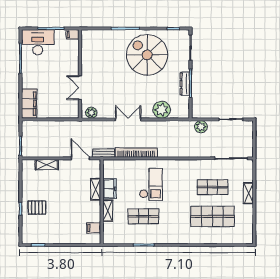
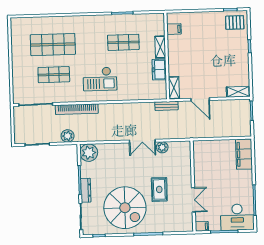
rug: (113, 72) -> (159, 189), added
dresser: (185, 84) -> (86, 190), moved
double door: (80, 88) -> (193, 200), moved
plant: (162, 110) -> (89, 153), moved
plant: (91, 113) -> (162, 147), moved
bookcase: (136, 153) -> (77, 109), moved
door: (80, 158) -> (200, 99), moved
shelving: (47, 165) -> (238, 92), moved
checkout: (151, 184) -> (100, 79), moved, turned -90
shelving: (96, 189) -> (174, 88), moved
shelving: (248, 193) -> (17, 70), removed
pallet: (37, 208) -> (235, 22), moved

